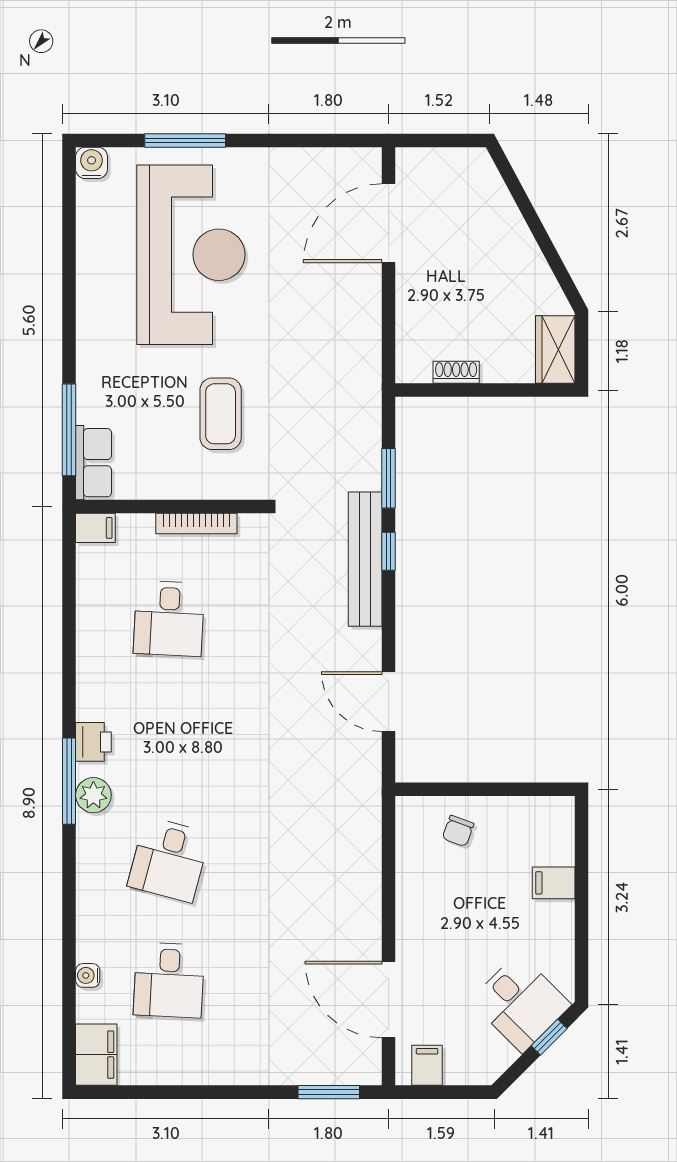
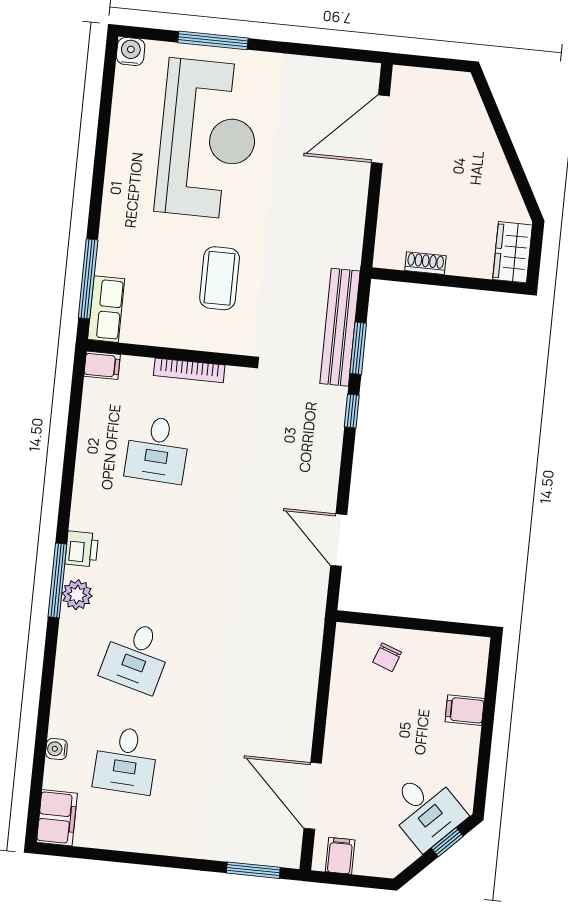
bench: (365, 559) -> (340, 327), moved

